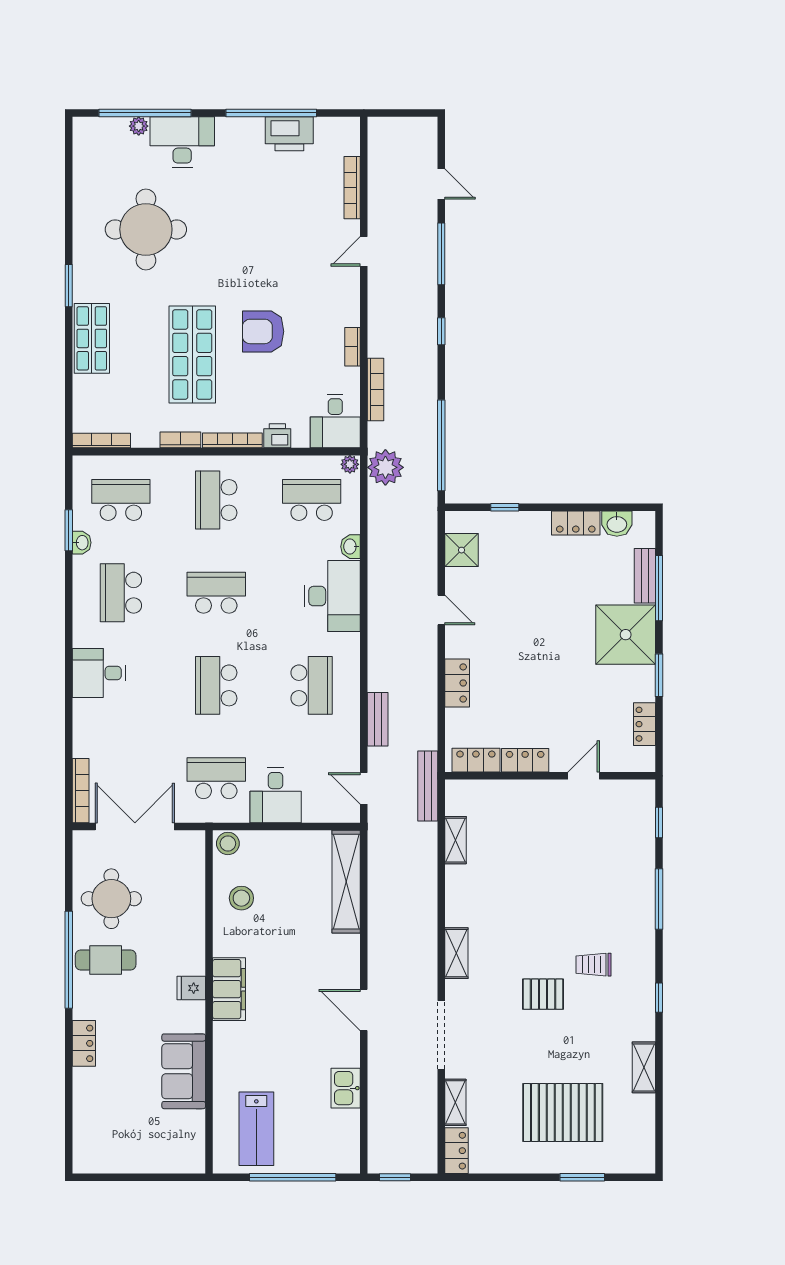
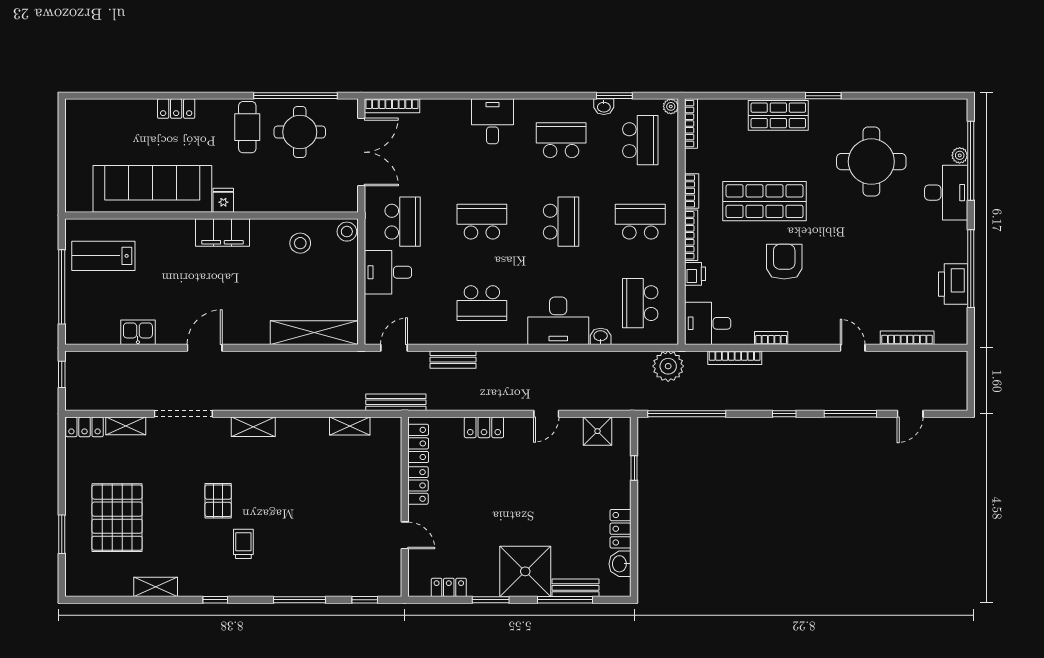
plant: (350, 464) -> (671, 106), moved
school desk: (312, 500) -> (640, 303), turned 180
window: (69, 960) -> (296, 96), moved
sofa: (184, 1071) -> (152, 189), width x1.85, depth x1.27

